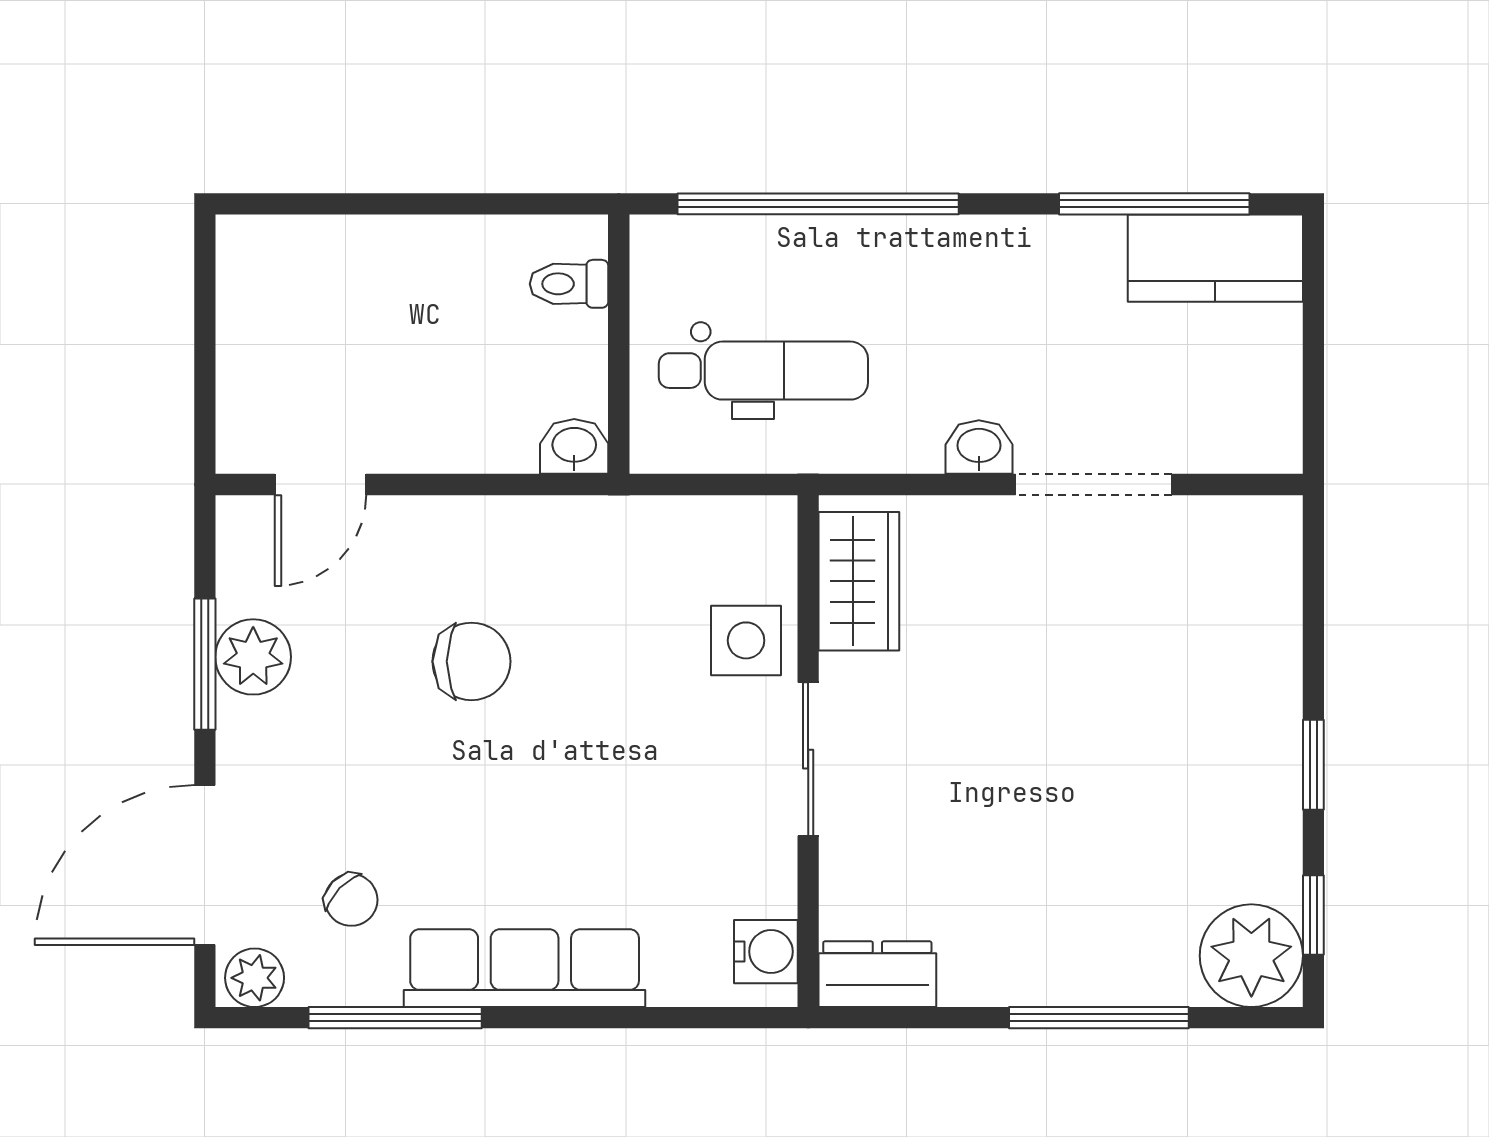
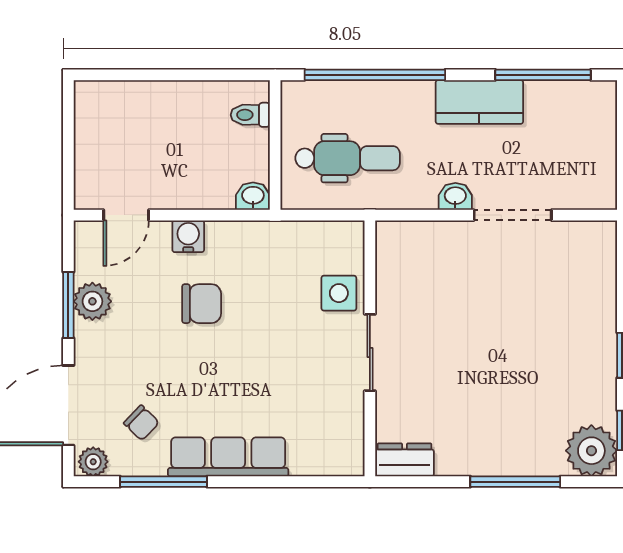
kitchen counter: (1215, 258) -> (479, 102), moved
wardrobe: (859, 581) -> (395, 264), removed
water cooler: (766, 952) -> (188, 236), moved, turned -90

